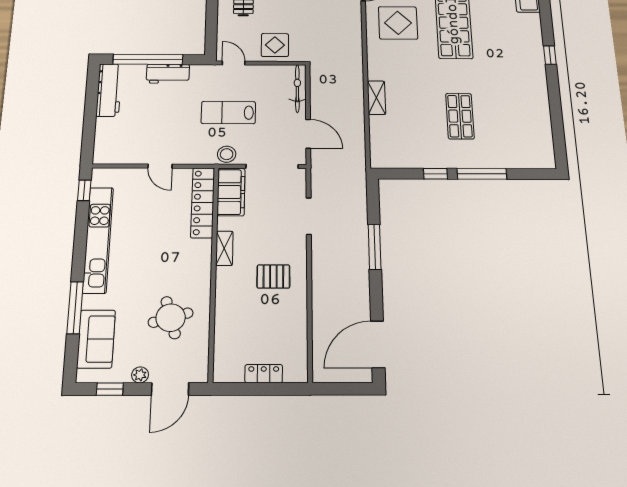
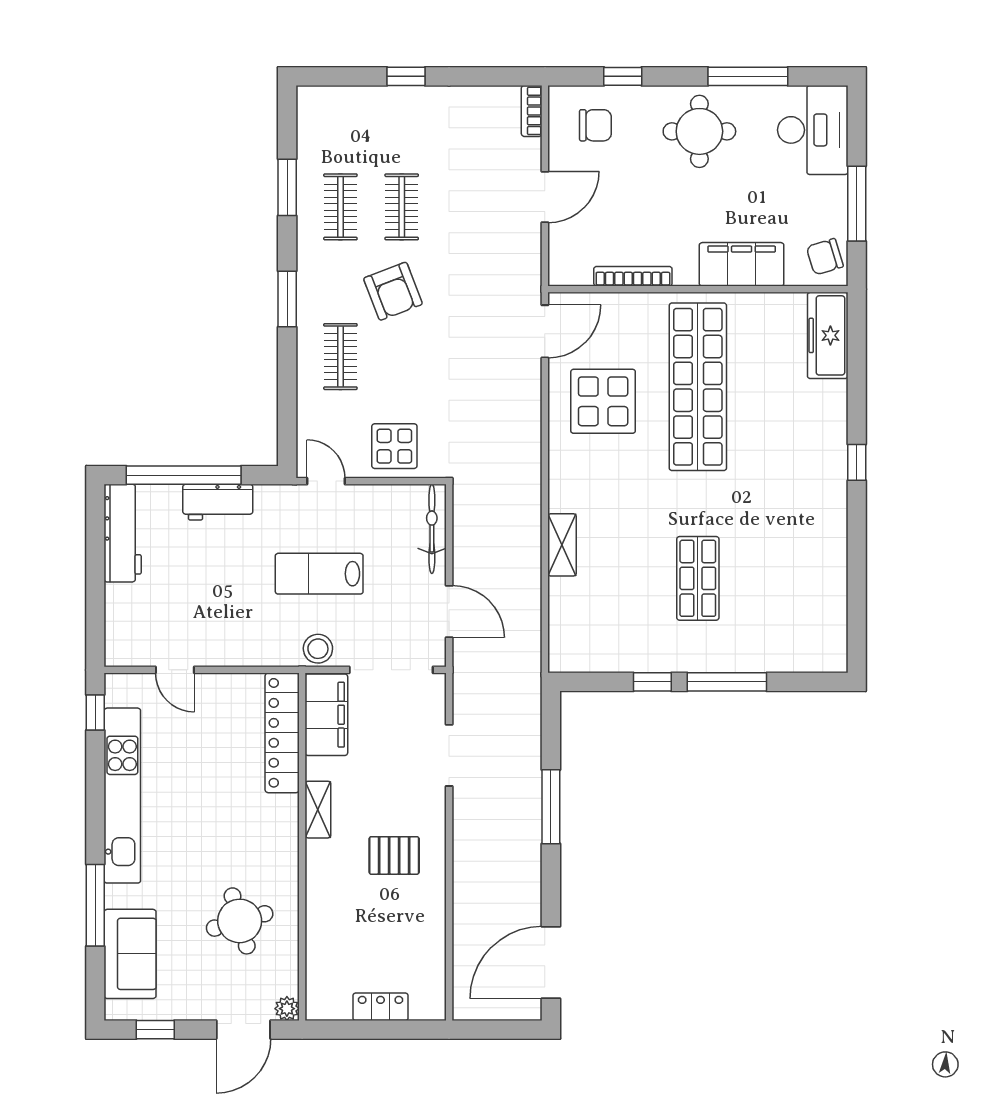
door: (160, 166) -> (175, 670), moved
plant: (140, 375) -> (287, 1009), moved

